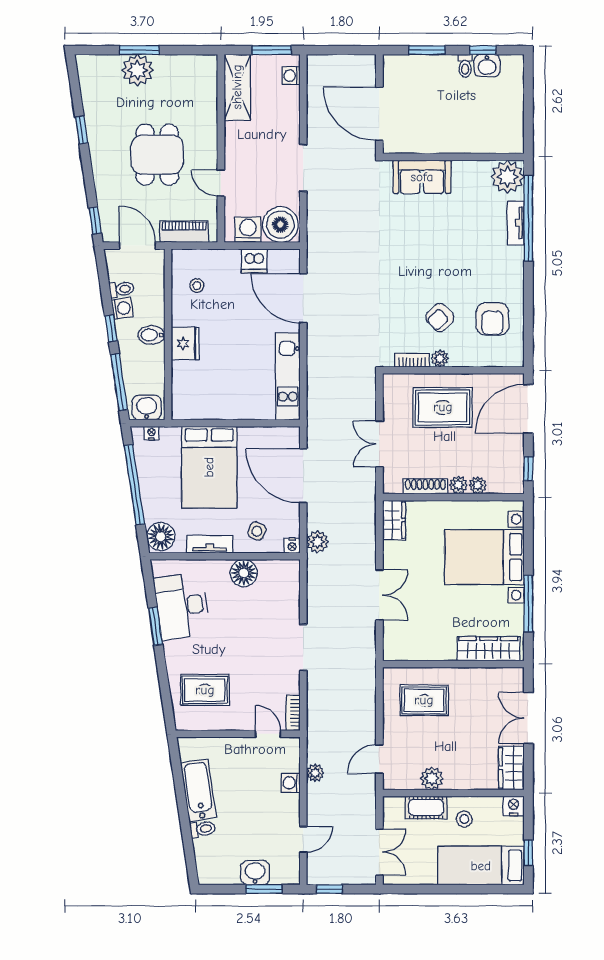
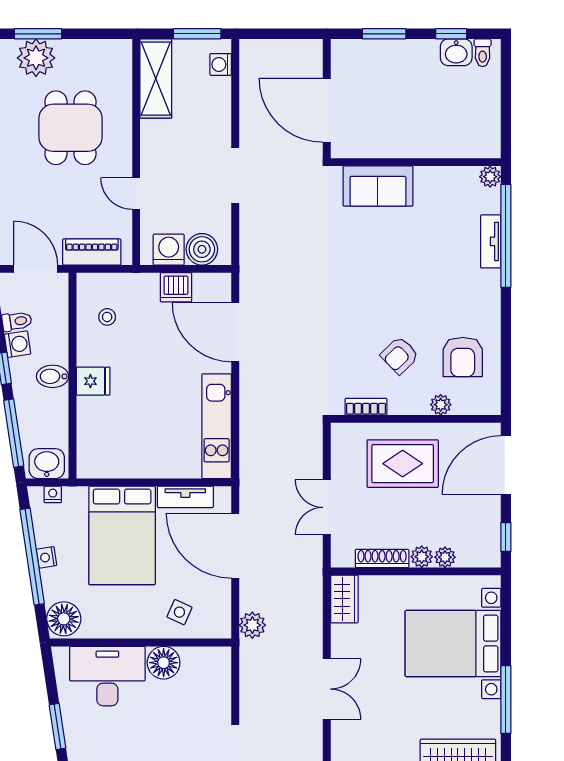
toilet: (465, 66) -> (483, 53), moved
dining table: (157, 155) -> (70, 128), moved
plant: (507, 177) -> (490, 177), width x0.53, depth x0.53
boiler: (280, 225) -> (202, 249), width x0.73, depth x0.73
fridge: (185, 343) -> (93, 381), width x0.72
plant: (440, 359) -> (441, 405), moved
tv unit: (210, 544) -> (185, 497), moved, turned 180
nightstand: (292, 546) -> (47, 557), moved, turned 82
desk: (182, 606) -> (107, 676), moved, turned 98

